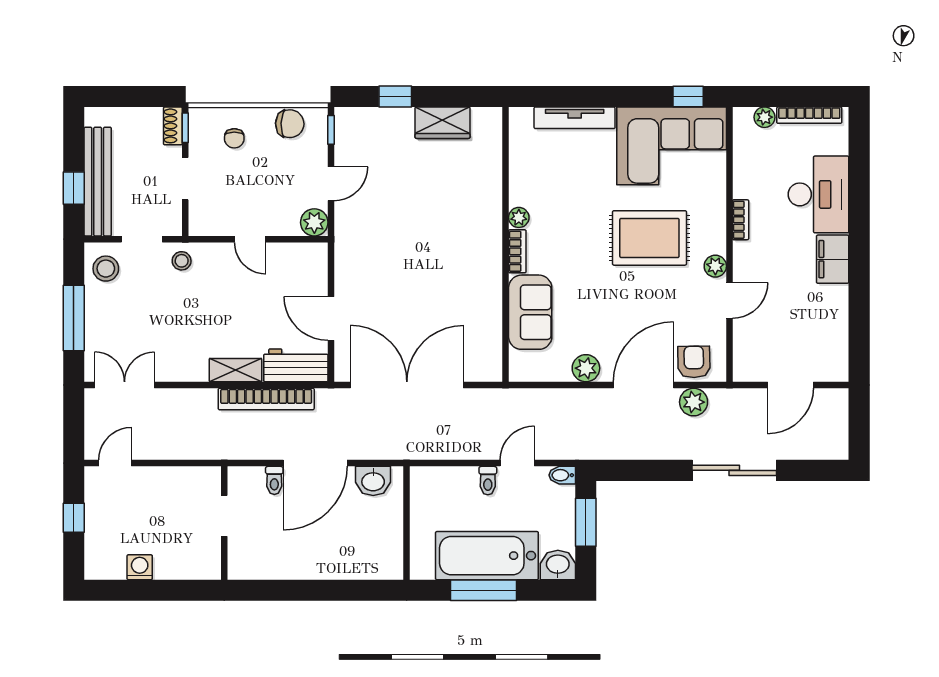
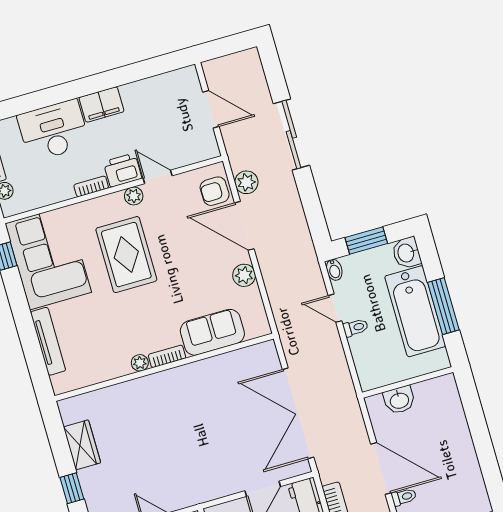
printer: (749, 262) -> (123, 170), added
washbasin: (373, 481) -> (399, 400), moved, turned 90

